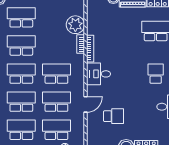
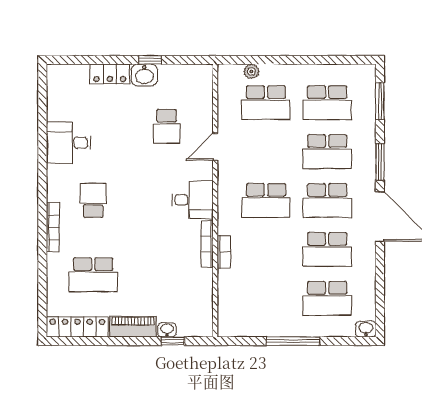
plant: (75, 25) -> (233, 286), removed
school desk: (156, 74) -> (93, 200), turned 180
school desk: (56, 102) -> (266, 152), removed
school desk: (113, 116) -> (167, 126), turned -90

